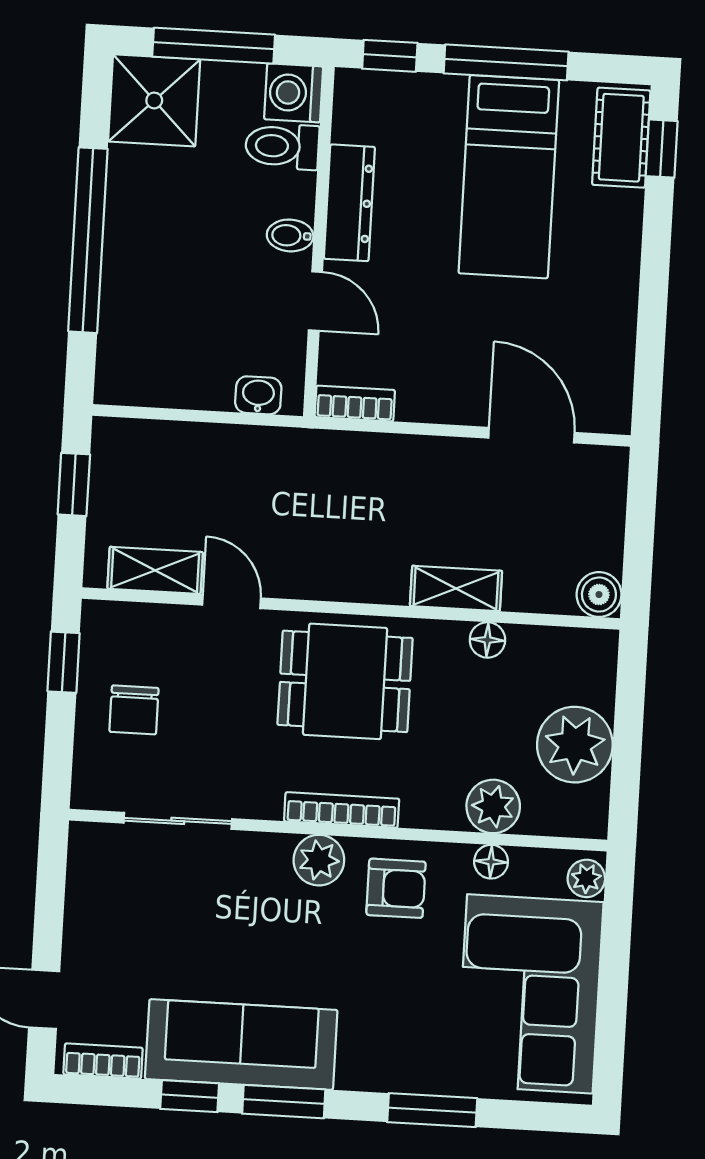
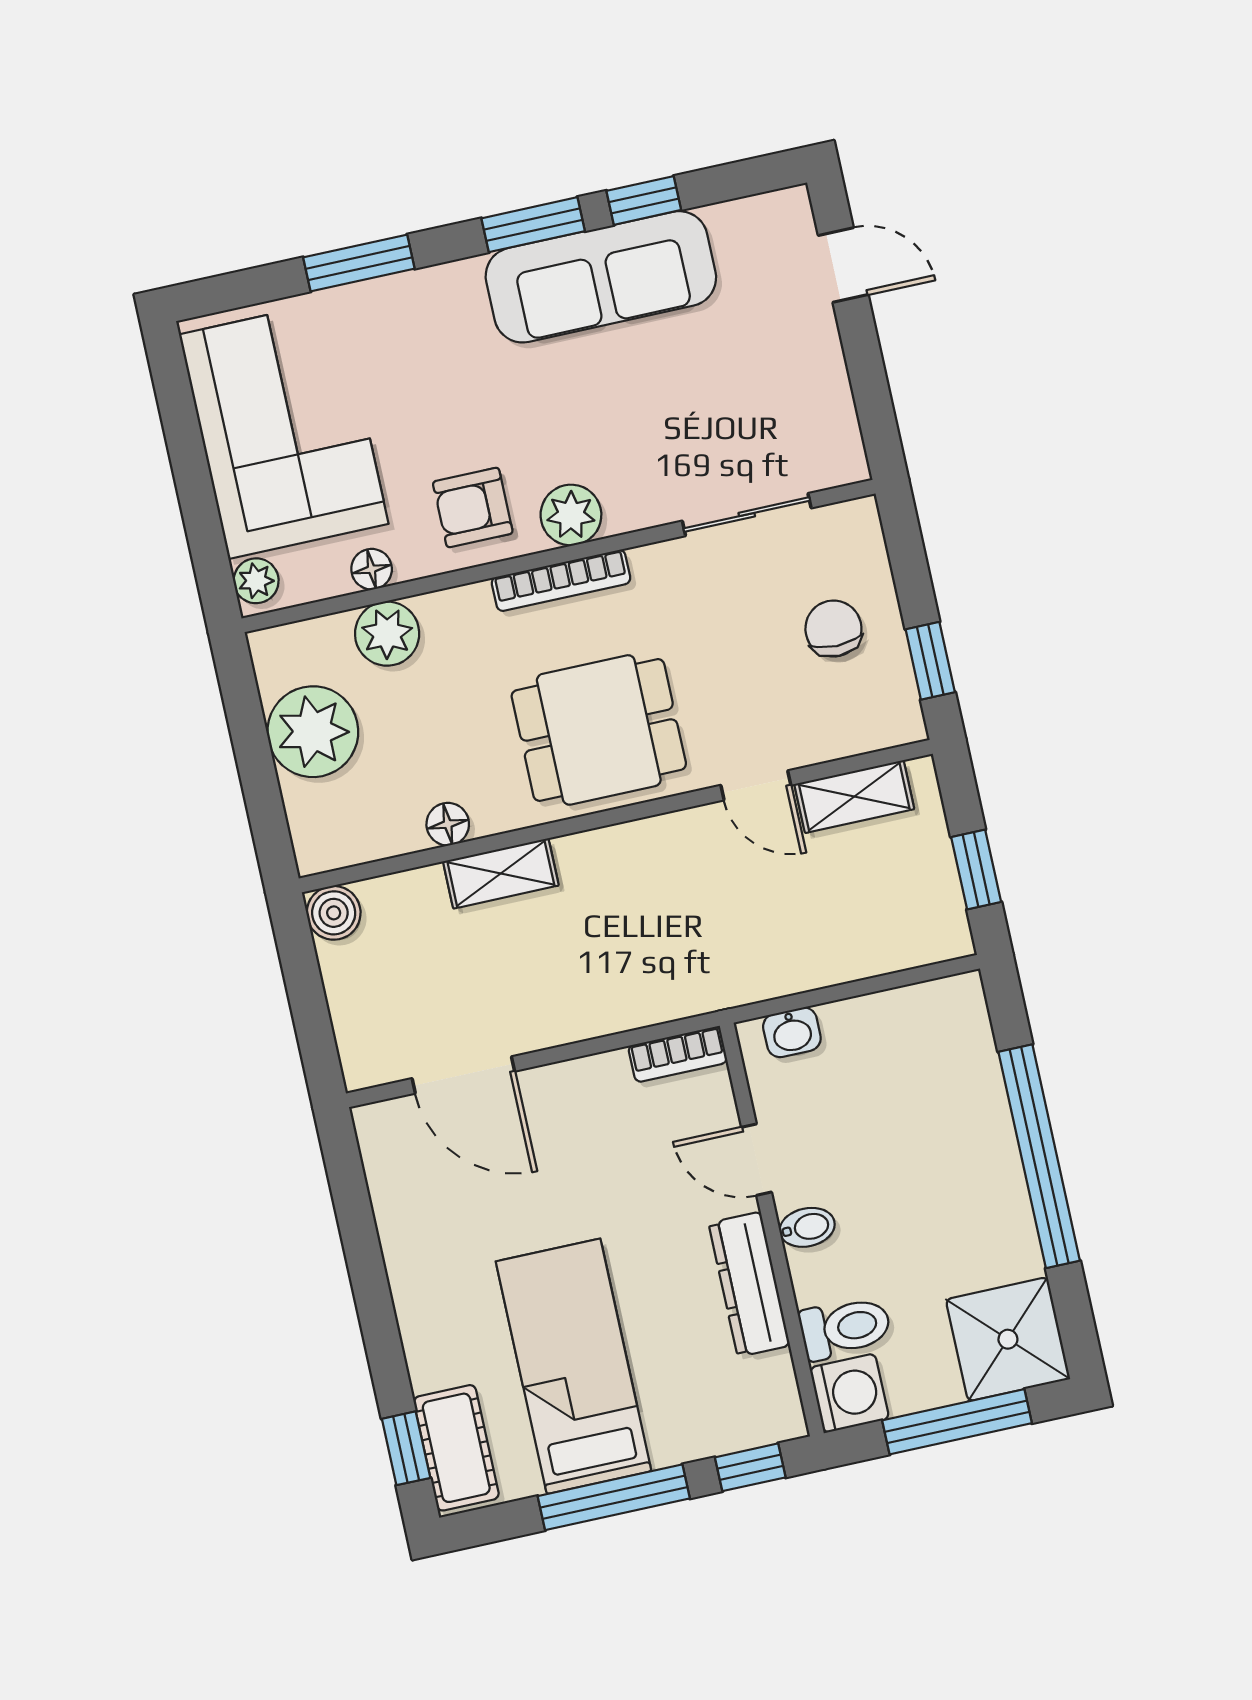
bookcase: (103, 1061) -> (755, 213), removed

